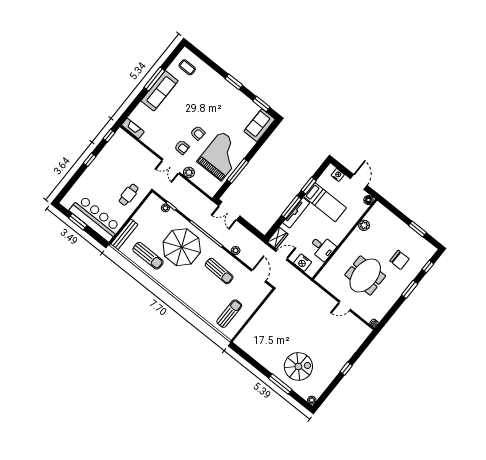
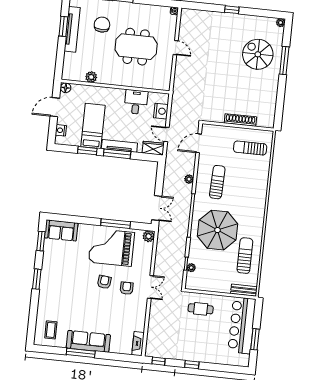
plant: (189, 172) -> (149, 236), moved
bench: (124, 234) -> (244, 290), width x0.73
tv unit: (411, 234) -> (72, 29), added
shoe rack: (256, 320) -> (240, 120), added

